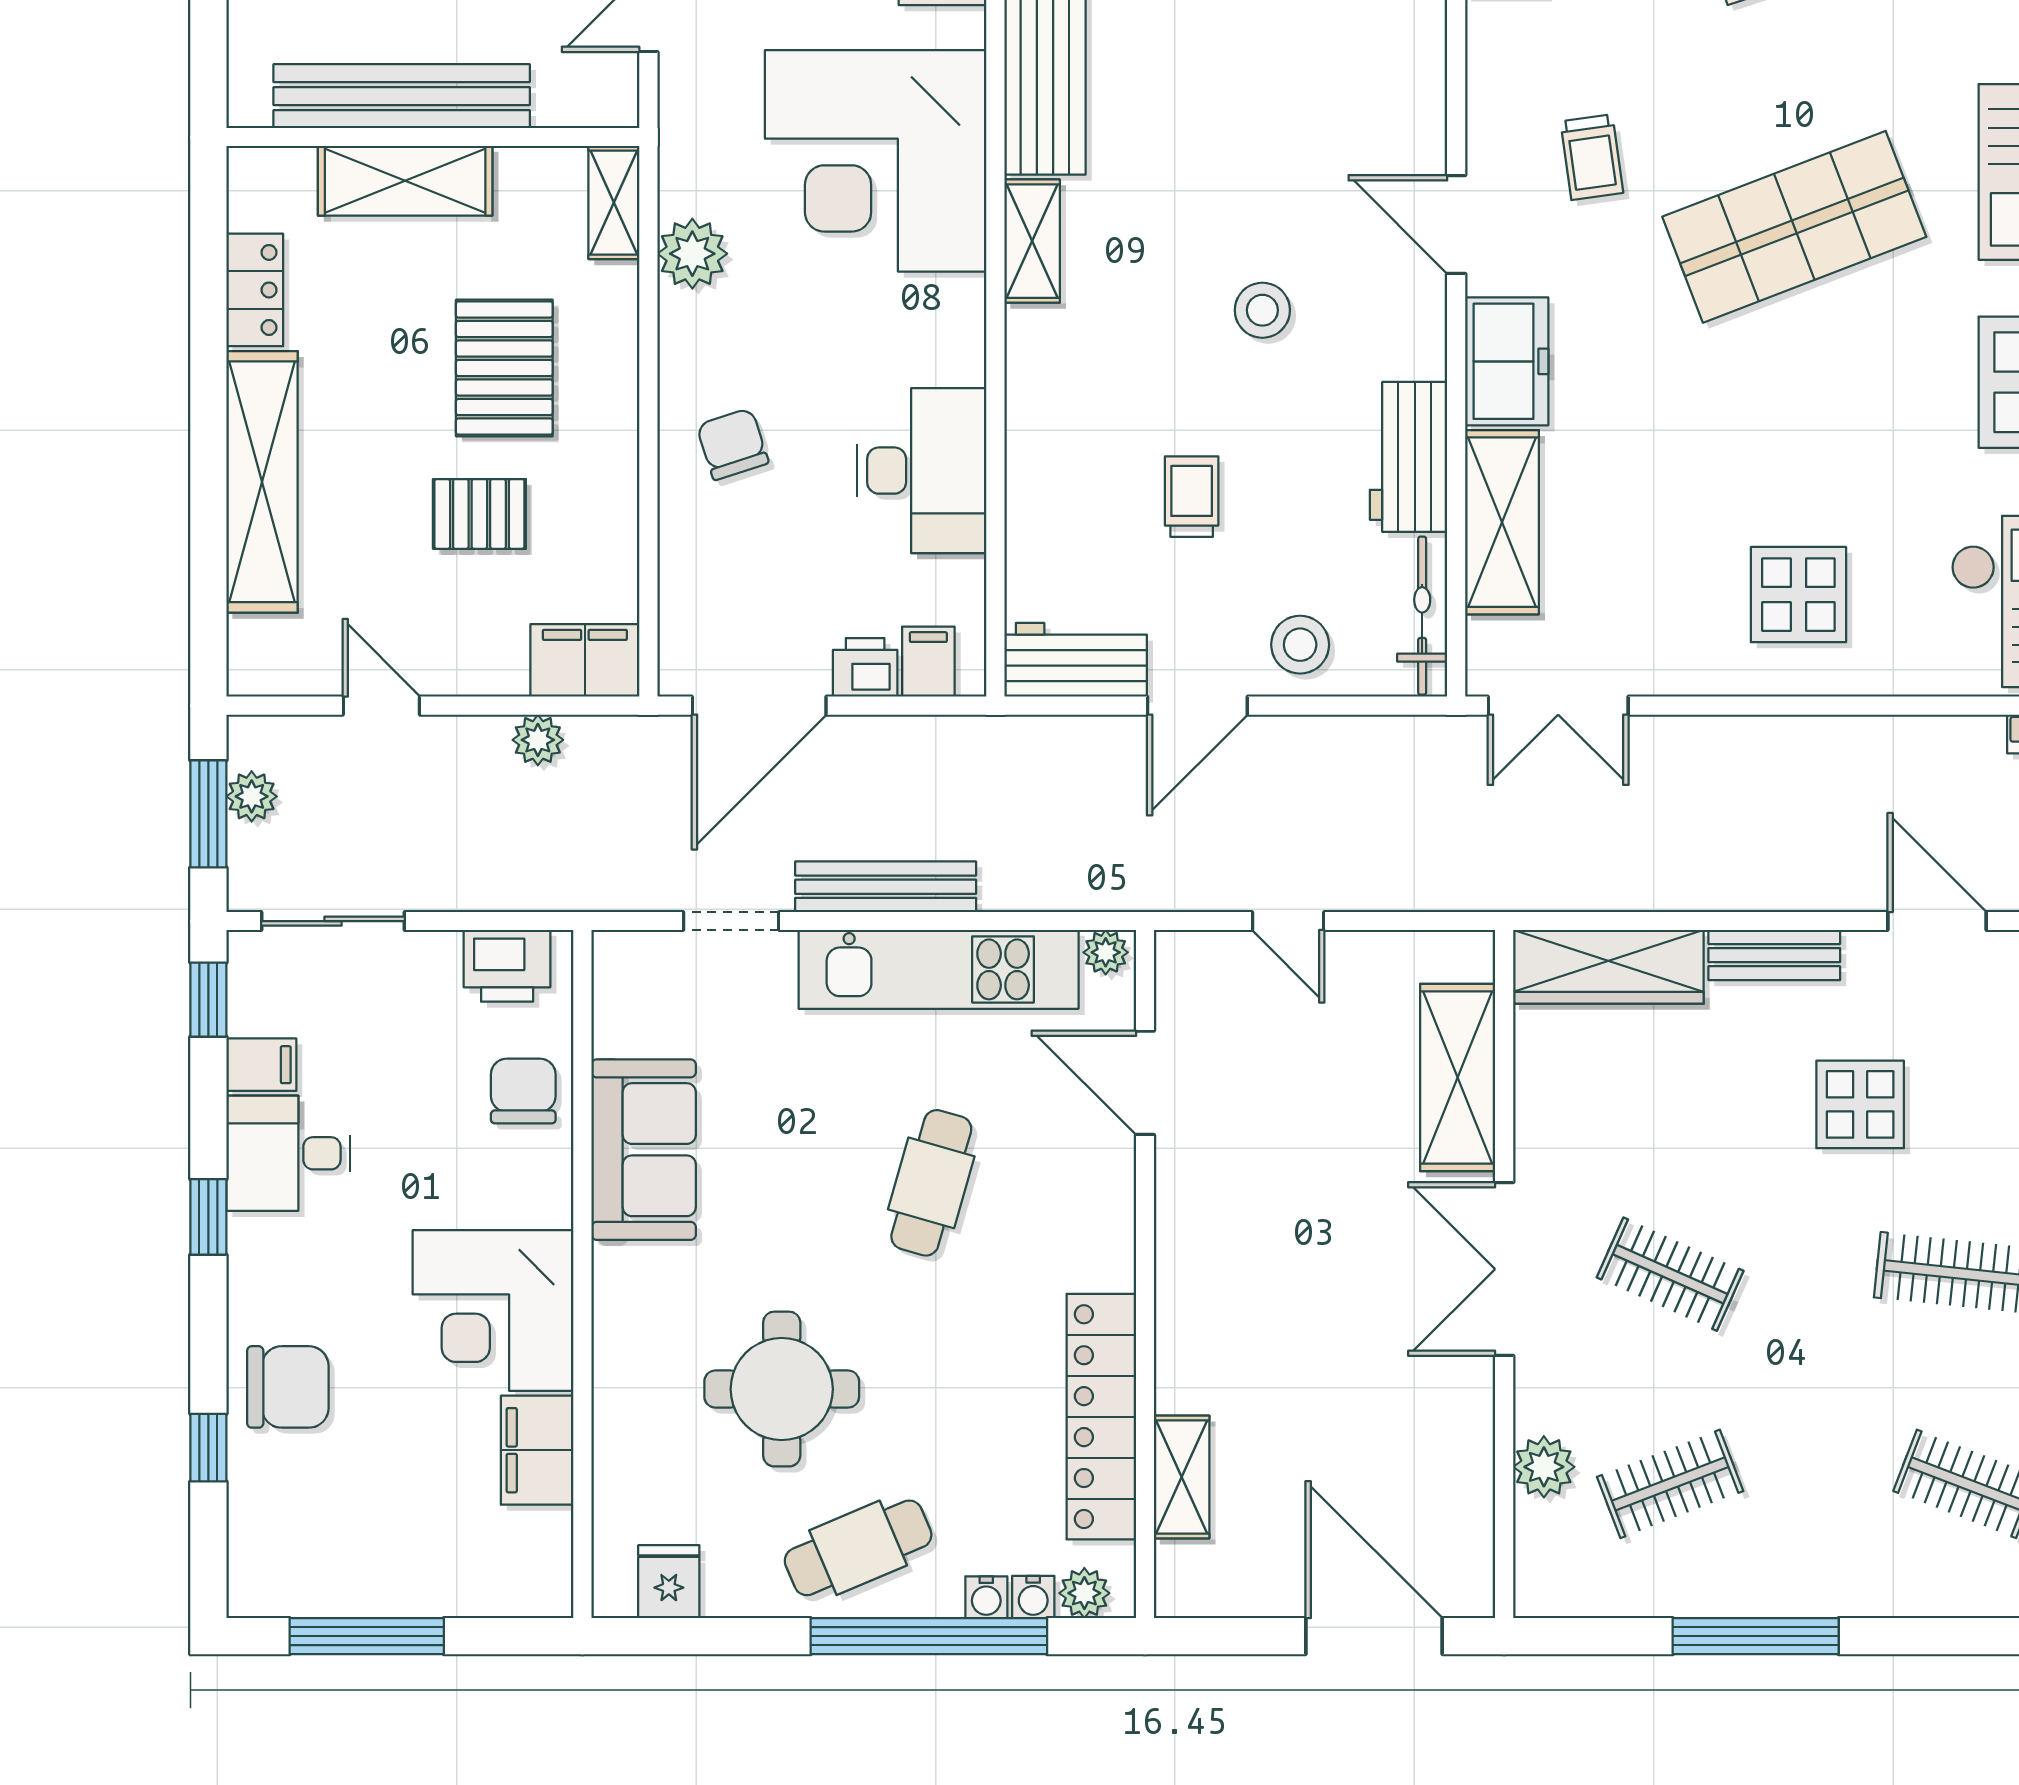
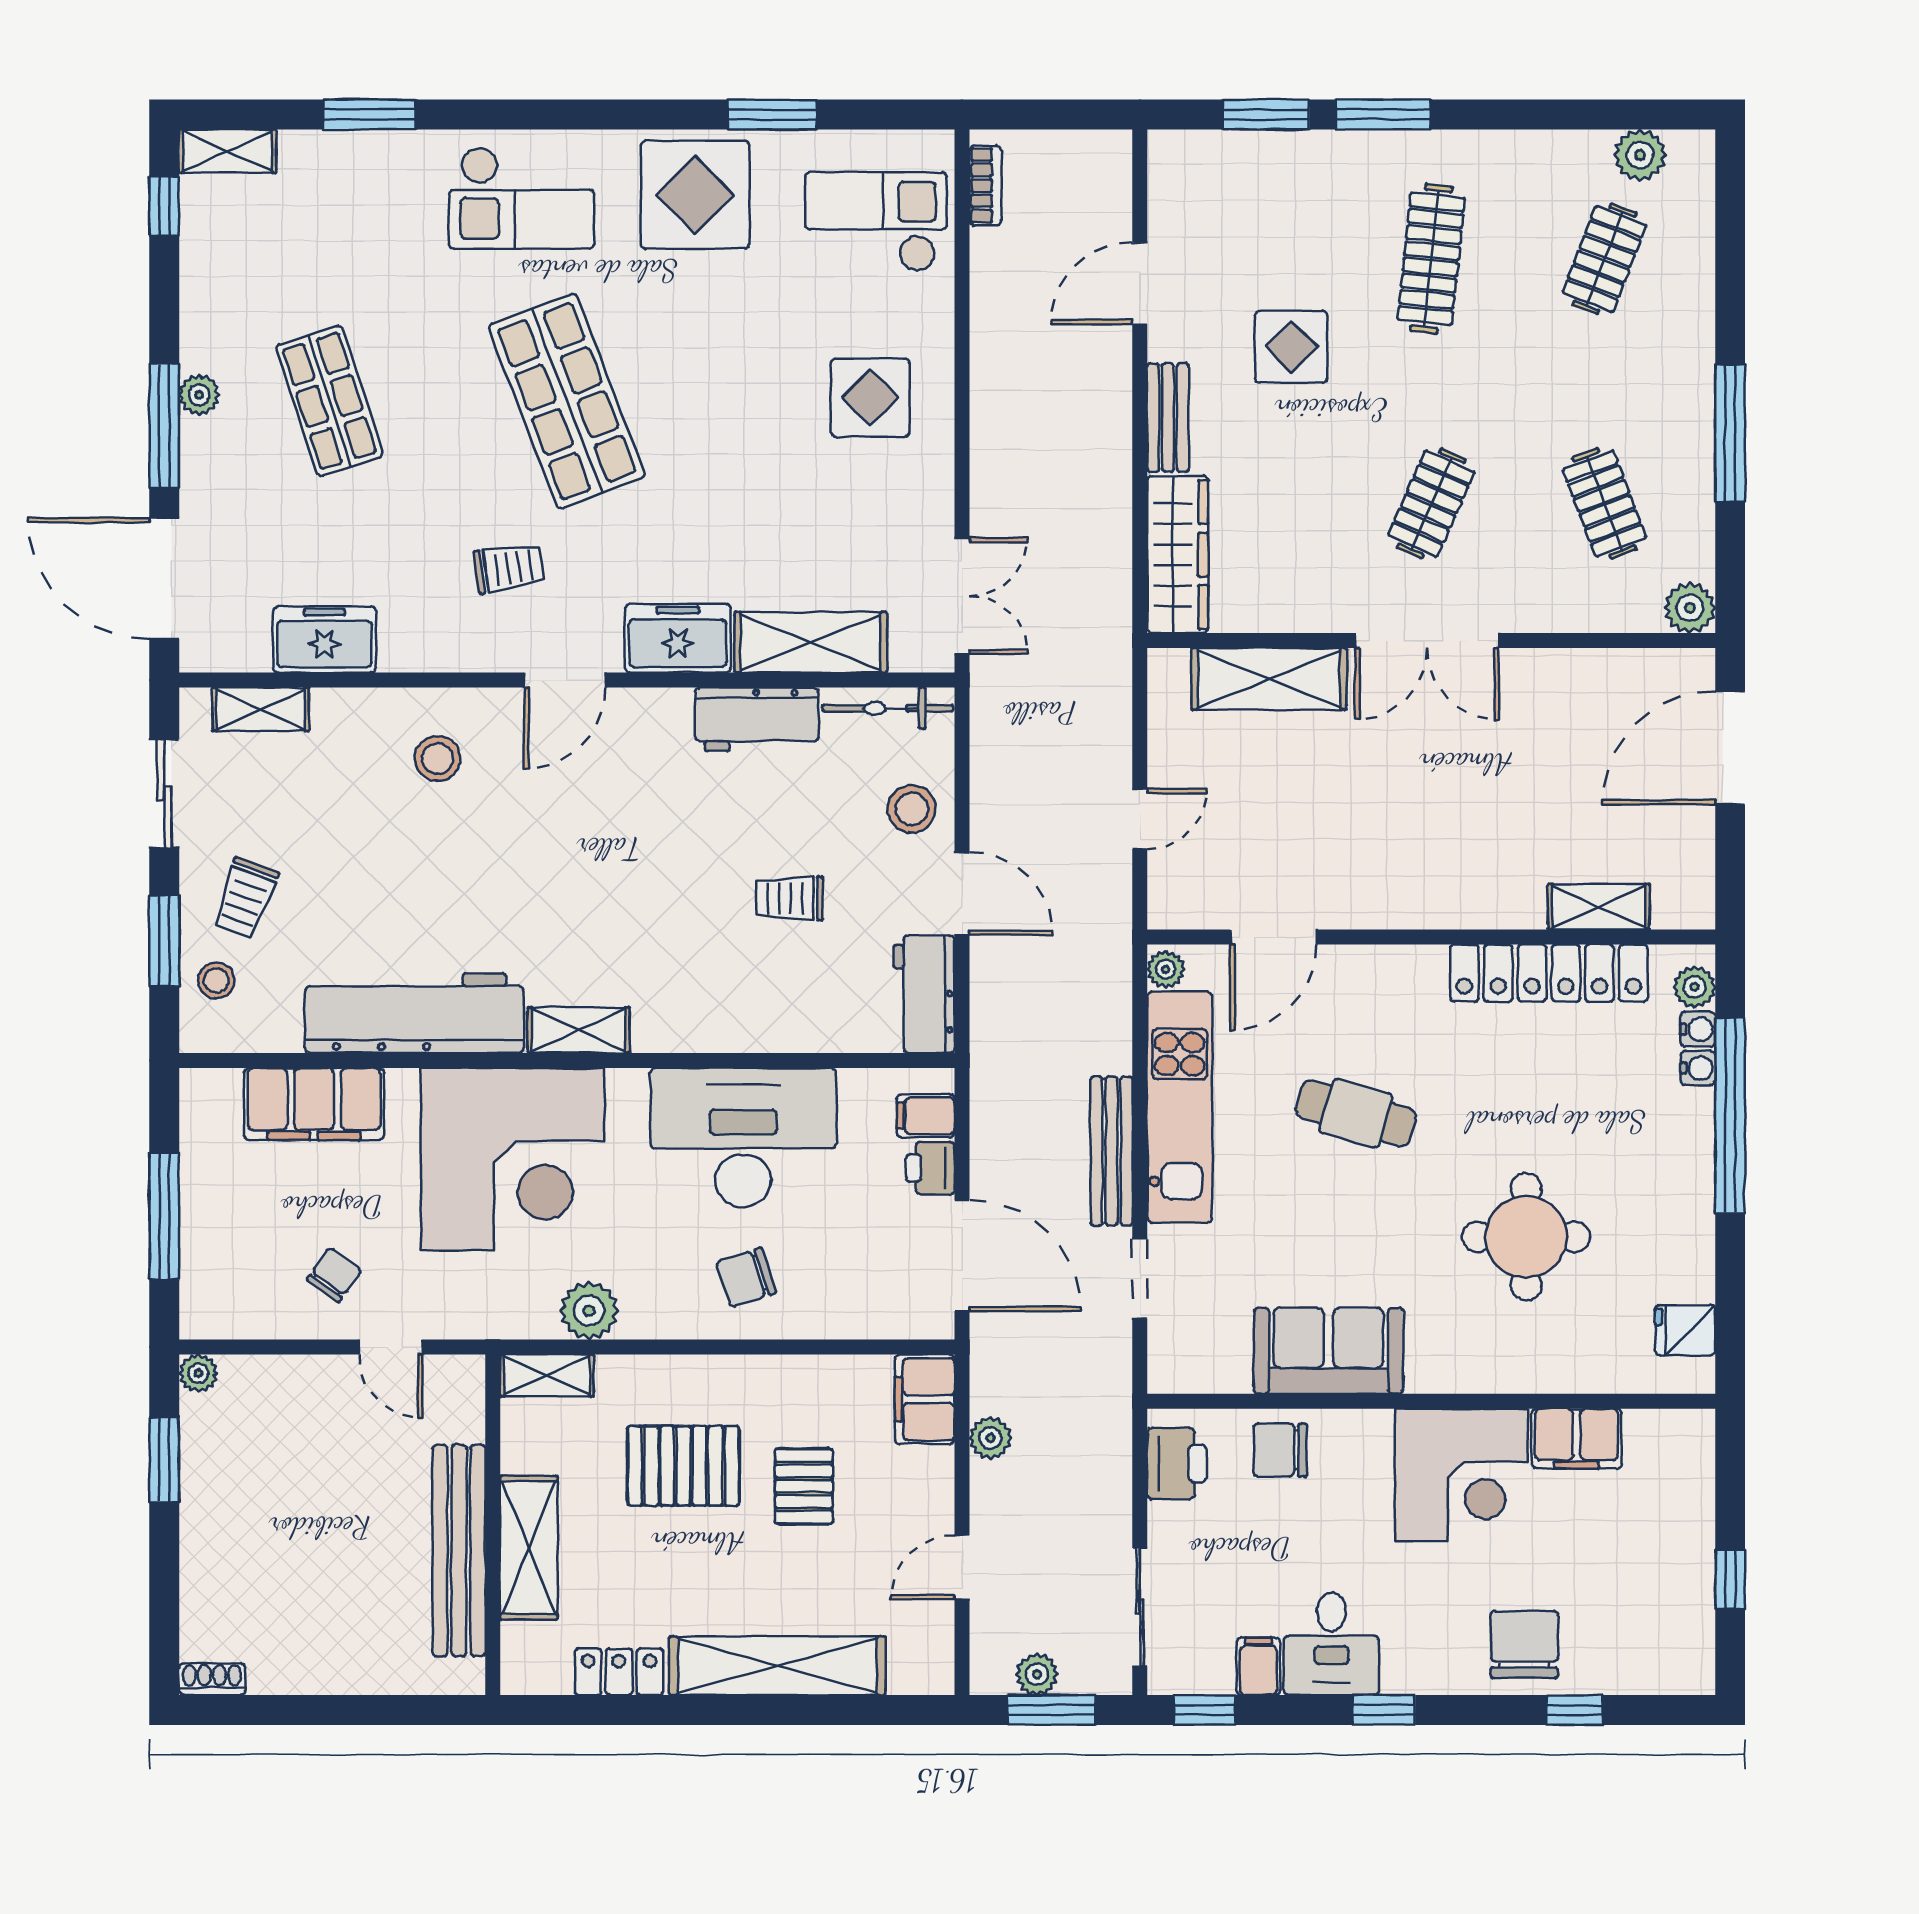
stool: (1262, 310) -> (438, 758), moved
desk: (922, 471) -> (743, 1137), width x1.36, depth x1.30
plant: (1544, 1467) -> (1690, 608), moved
cafe table: (858, 1548) -> (1657, 1174), removed
window: (367, 1636) -> (1730, 1579), width x0.46

